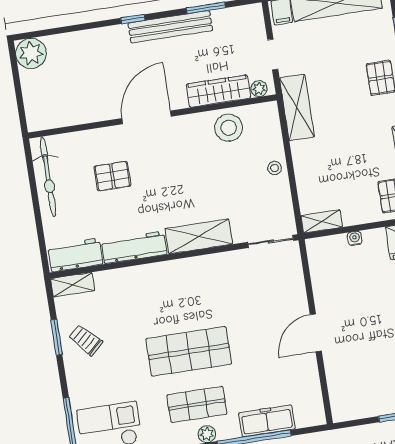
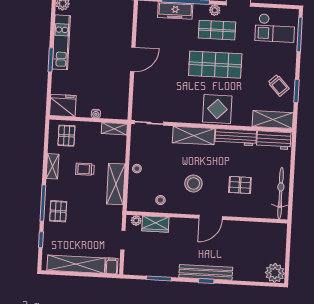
bench: (170, 27) -> (206, 272), moved
wardrobe: (218, 91) -> (155, 224), width x0.67
shelving: (297, 107) -> (116, 184), moved
door: (147, 117) -> (211, 217), width x0.73
stool: (229, 128) -> (160, 200), width x0.53, depth x0.53
trolley: (353, 150) -> (85, 169), added
stool: (184, 163) -> (193, 184), added
display table: (171, 284) -> (217, 109), added
shelving: (73, 285) -> (273, 120), width x1.50, depth x1.33

